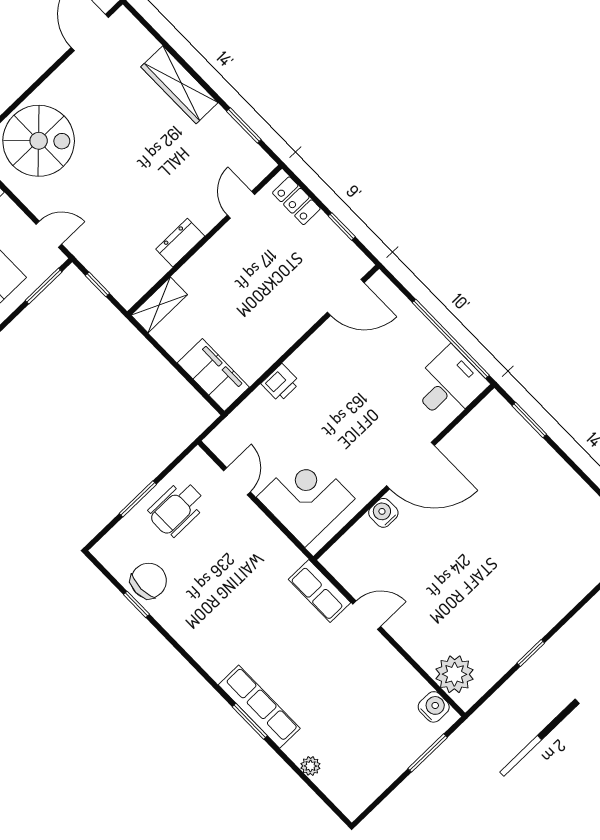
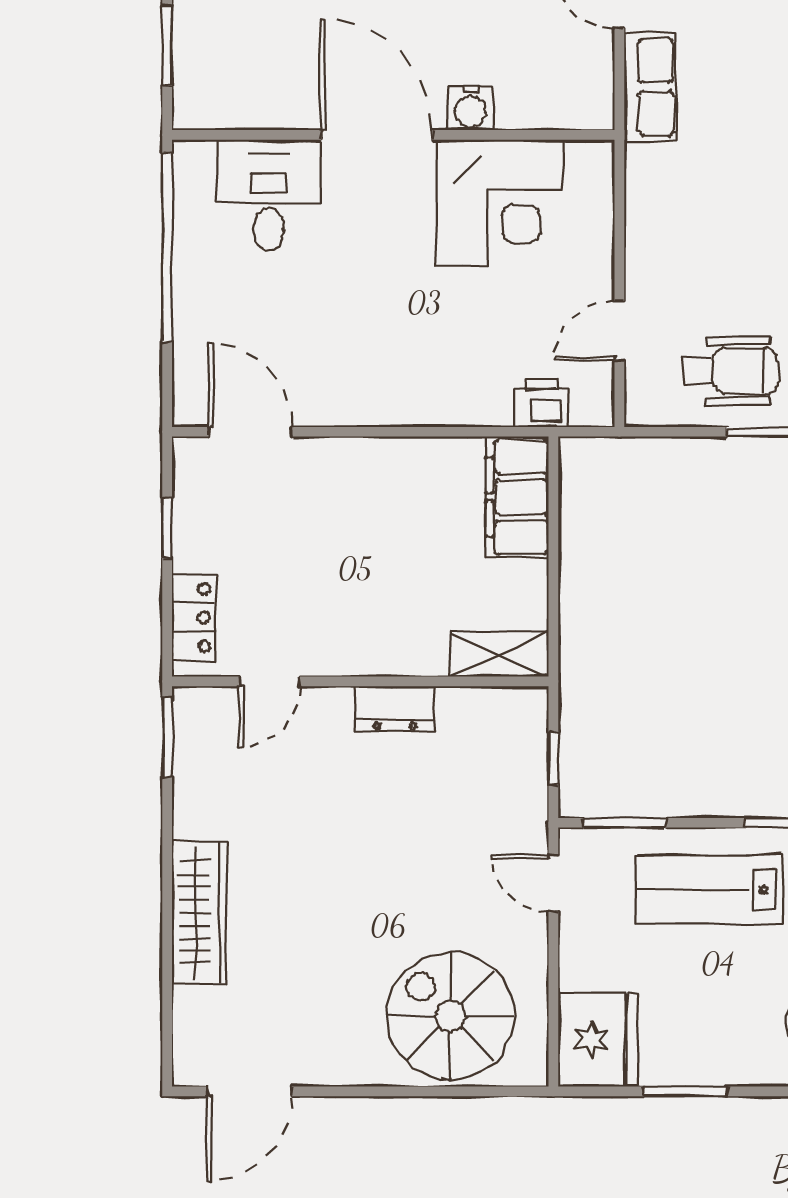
window: (244, 125) -> (167, 737), moved
printer: (281, 383) -> (541, 403), moved
desk: (449, 385) -> (269, 195), moved, turned 90
corner desk: (306, 498) -> (500, 203), moved, turned -90

